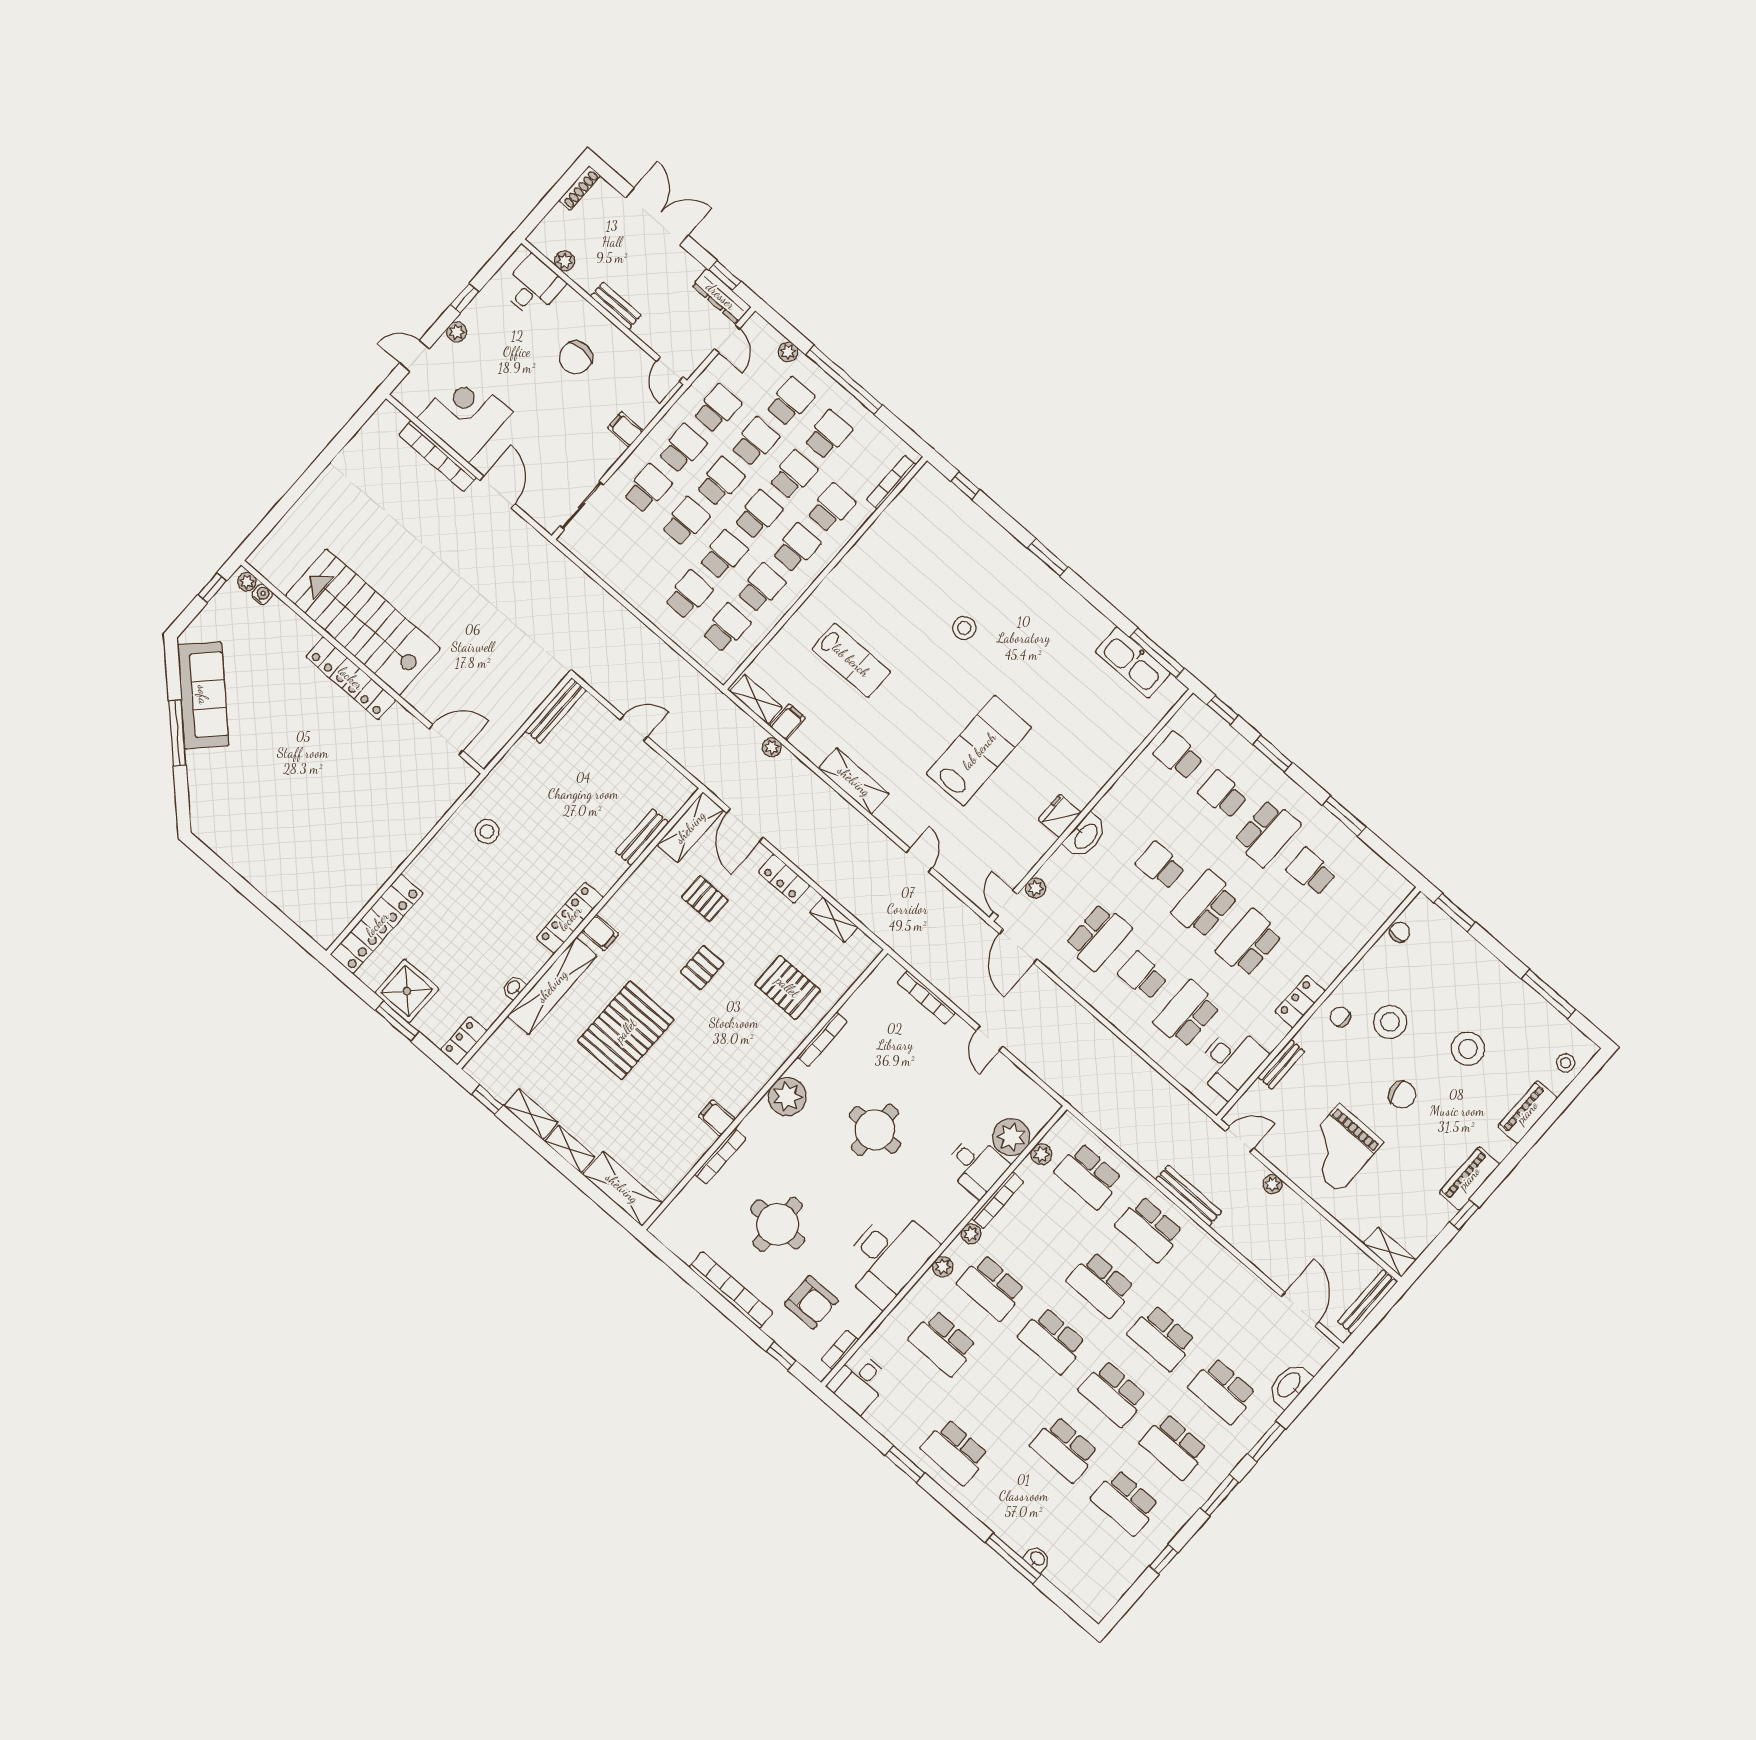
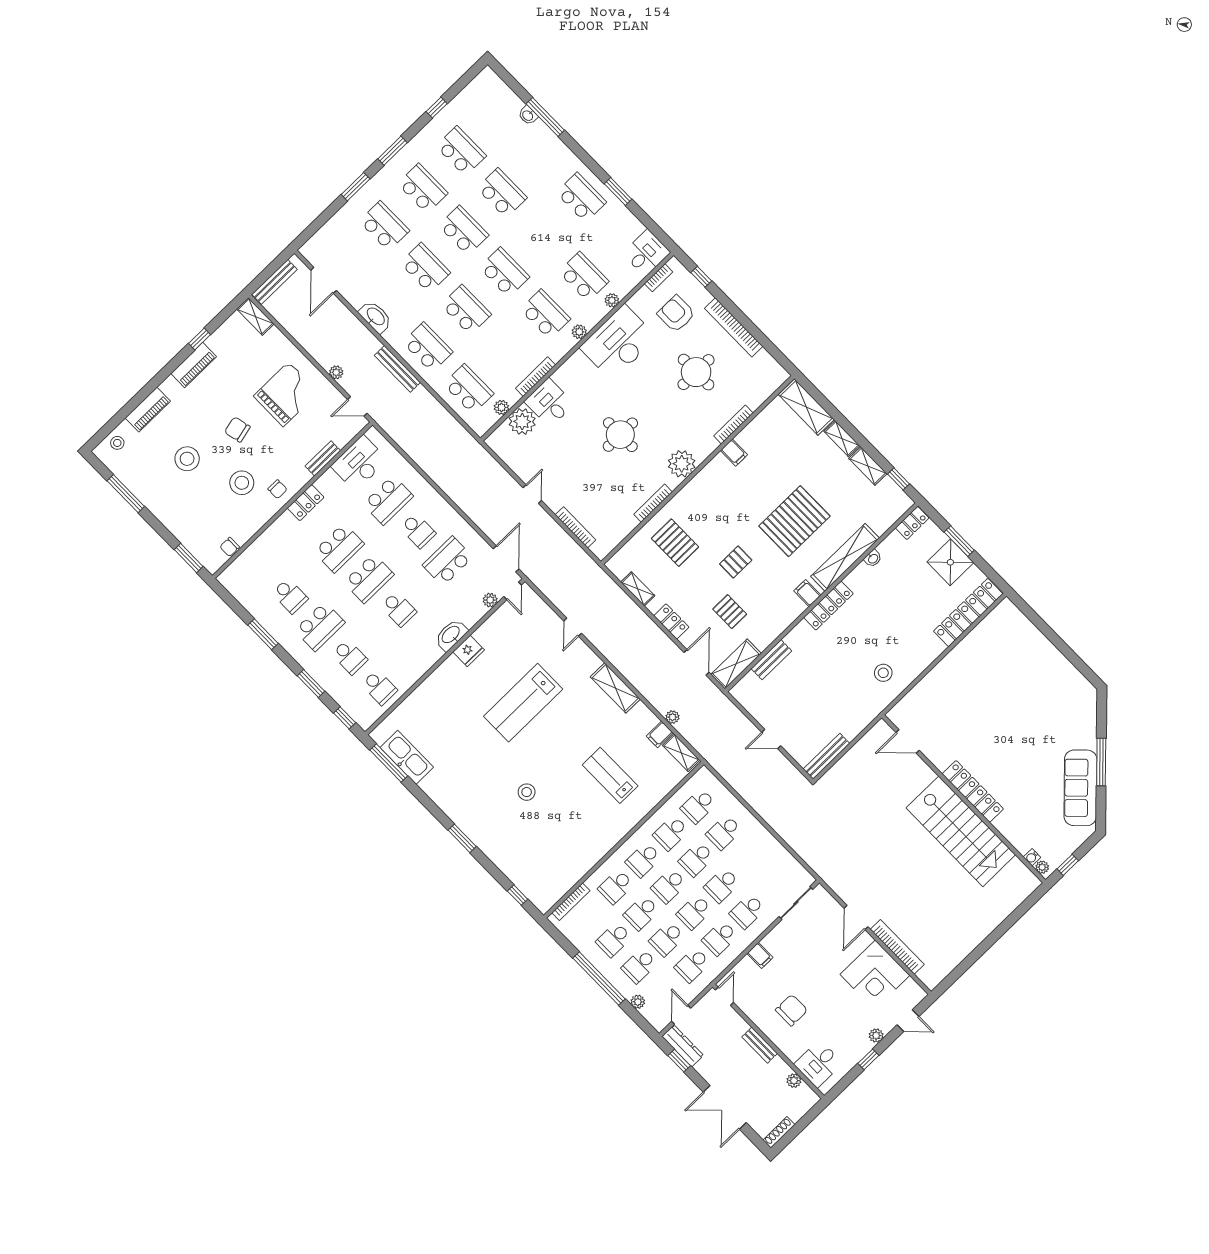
school desk: (1267, 833) -> (320, 626), turned 180
plant: (971, 1234) -> (612, 300), moved
washbasin: (1289, 1385) -> (375, 317), moved, turned -90

